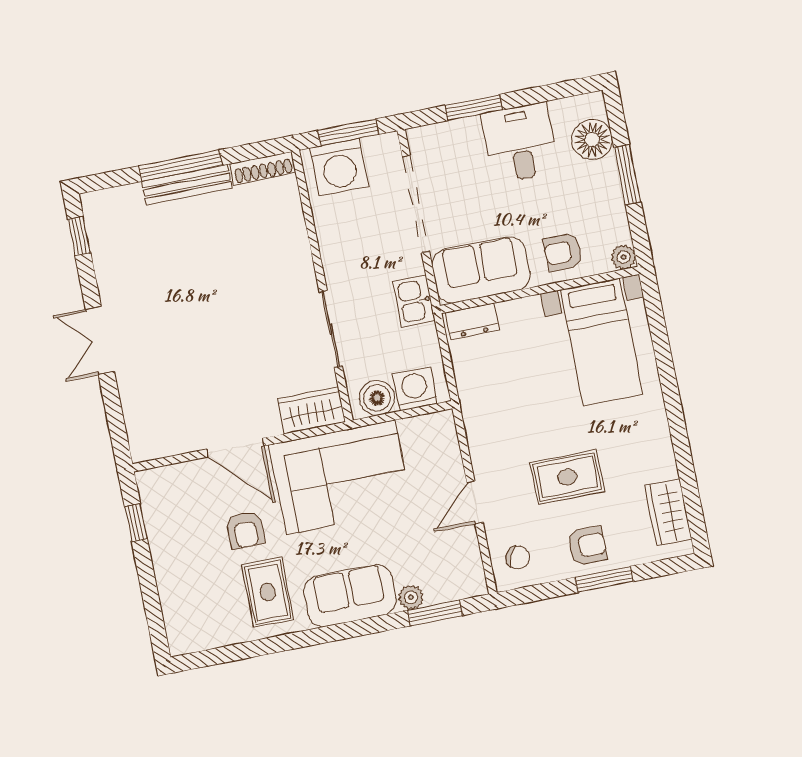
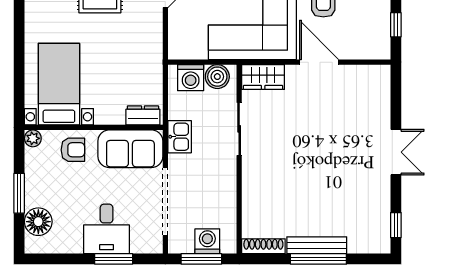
desk: (520, 143) -> (107, 229), moved
washing machine: (339, 167) -> (207, 241), width x0.73, depth x0.73

